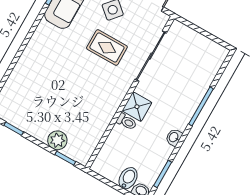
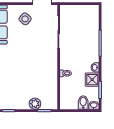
rug: (107, 48) -> (33, 40), removed
shower: (137, 107) -> (92, 80), moved

